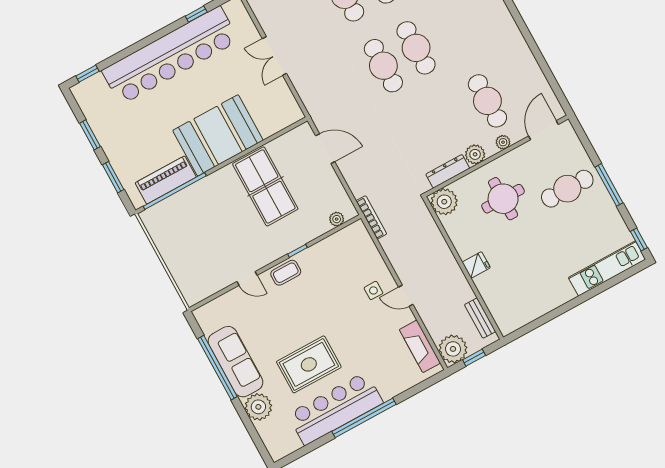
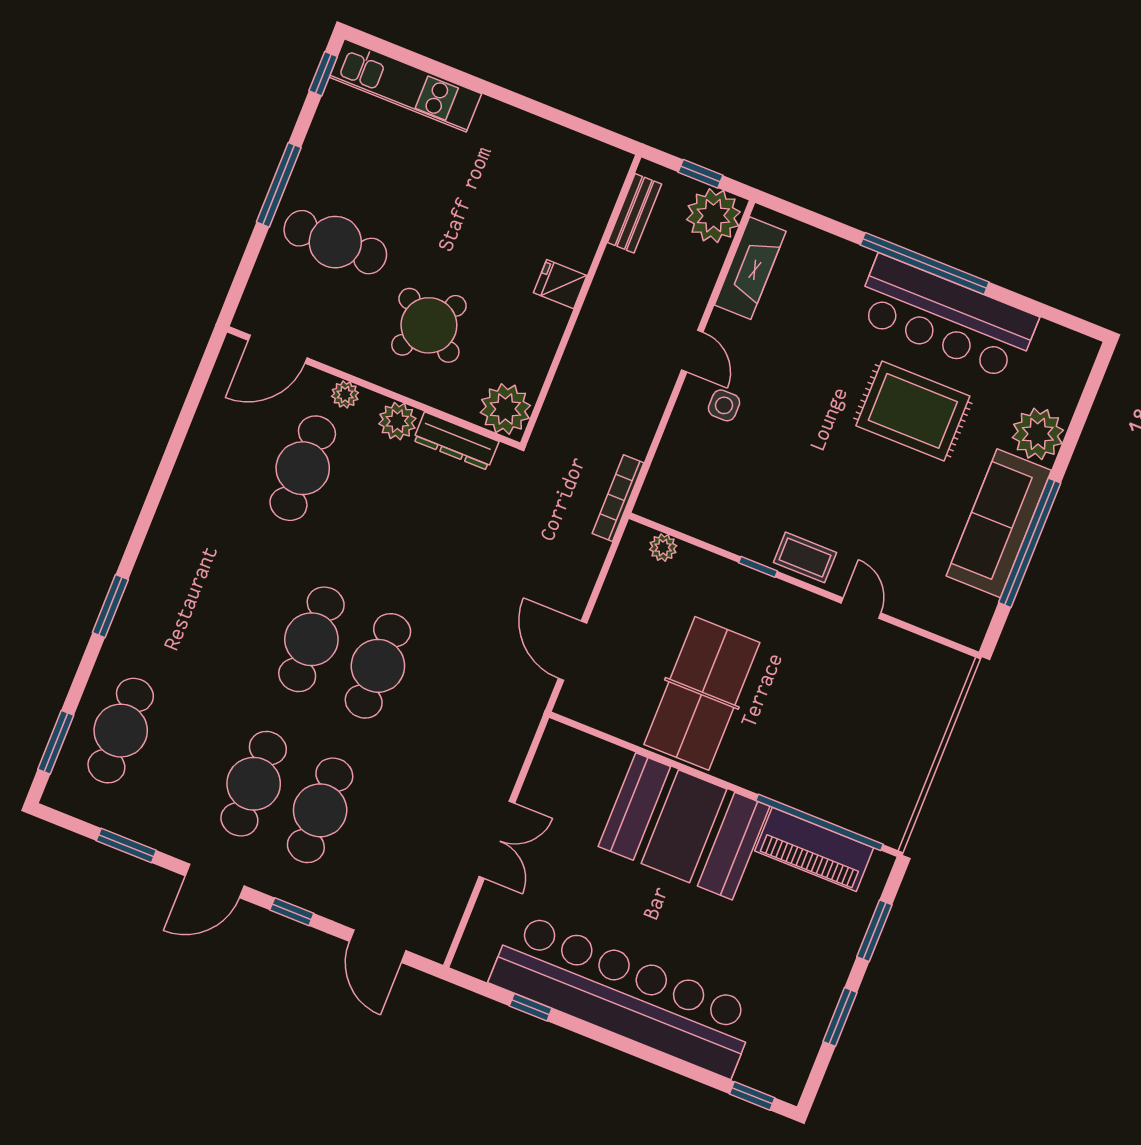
round table: (503, 199) -> (429, 325), turned 32

